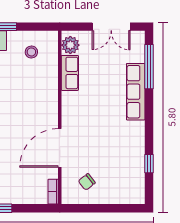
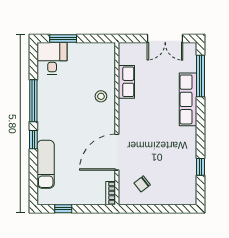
plant: (70, 45) -> (127, 56), removed
stool: (31, 52) -> (101, 96), moved

